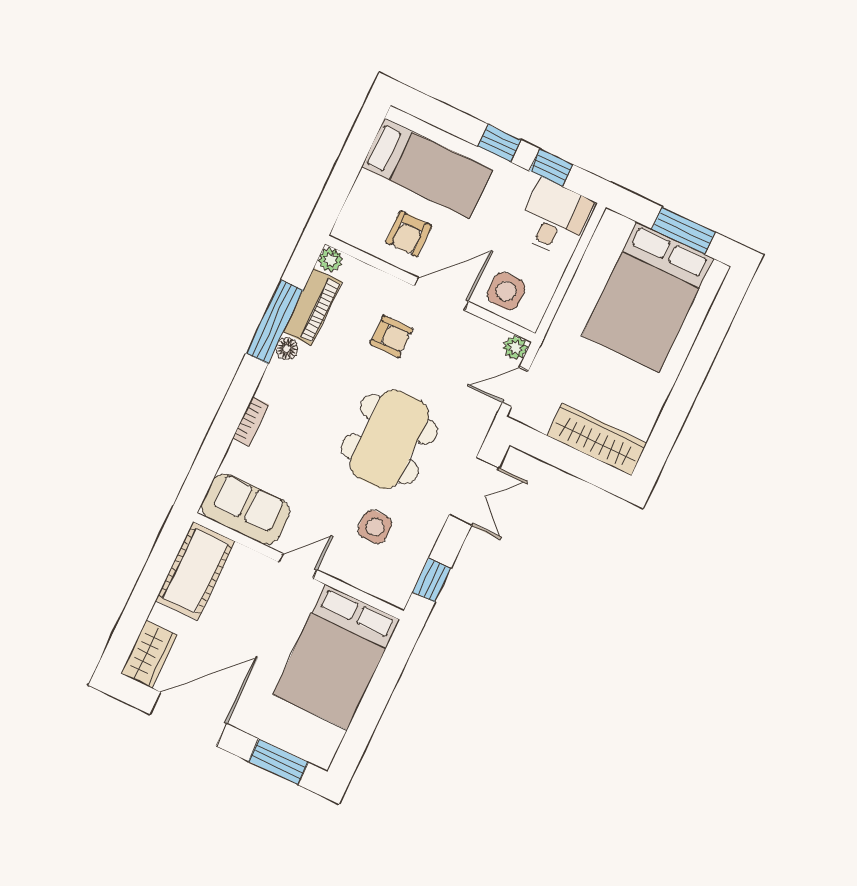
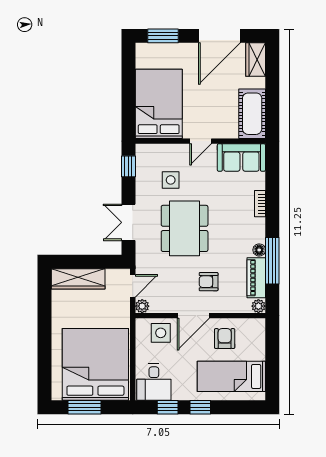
bed: (648, 297) -> (95, 364), width x1.36

